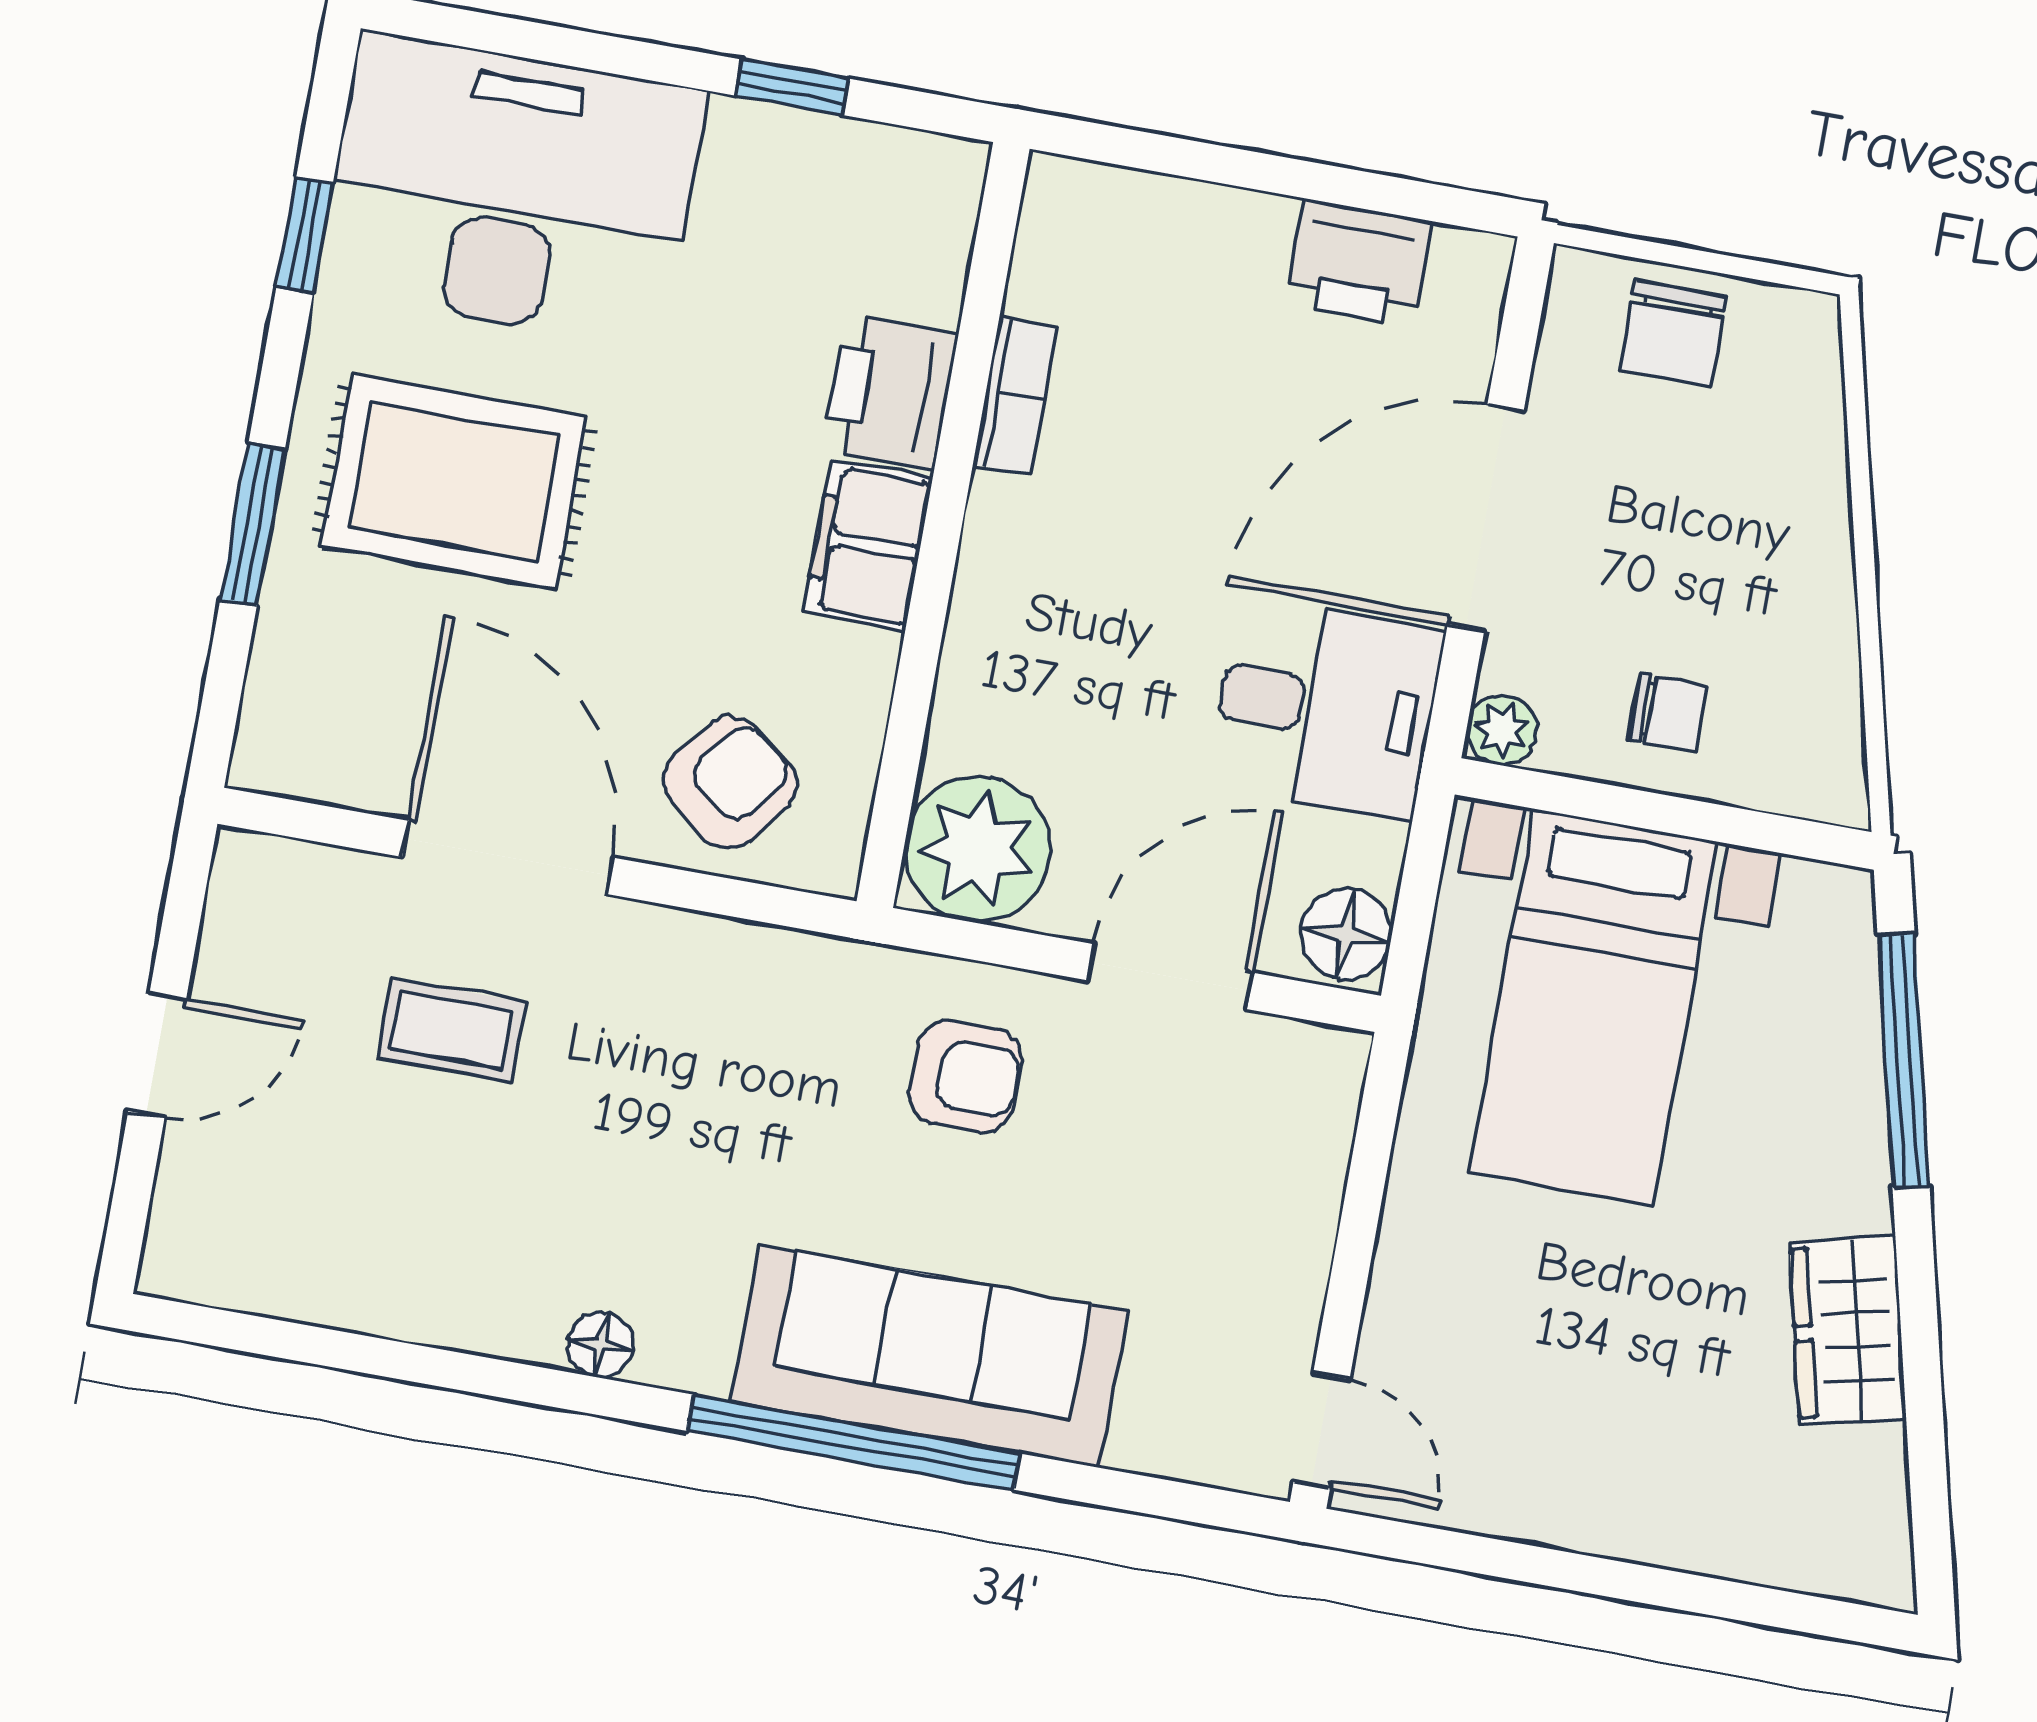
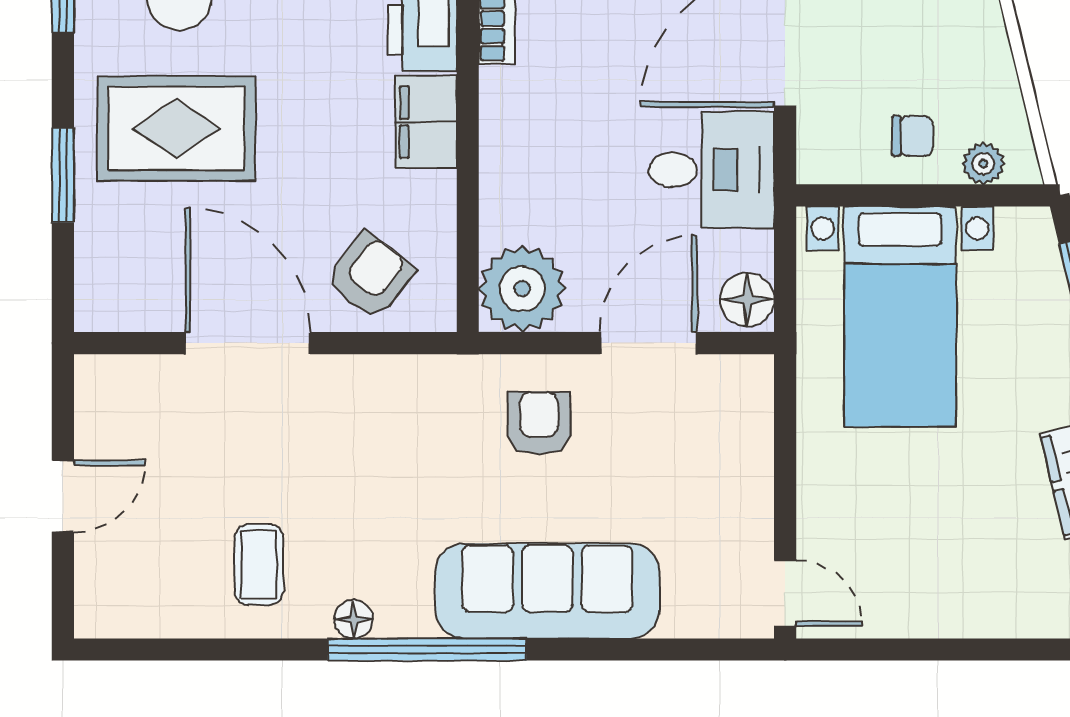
plant: (1502, 730) -> (983, 164), moved
coffee table: (451, 1030) -> (259, 565), moved, turned 90
armchair: (965, 1077) -> (539, 423), turned -90
window: (853, 1442) -> (427, 650), moved

